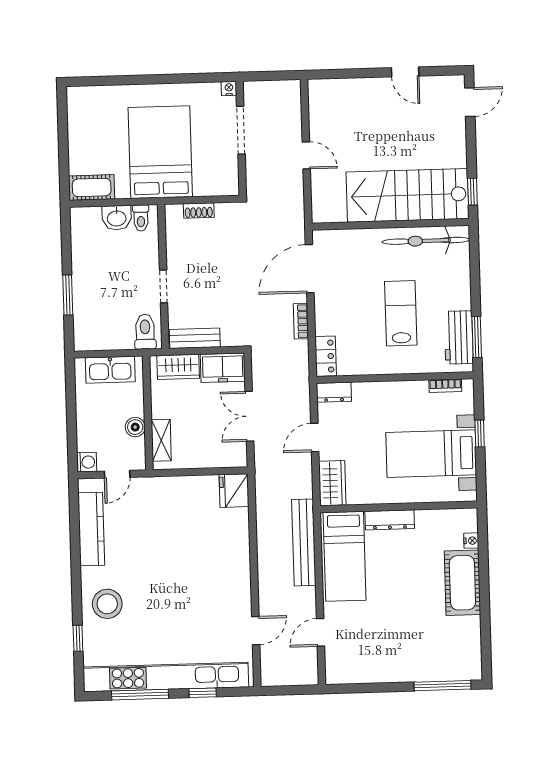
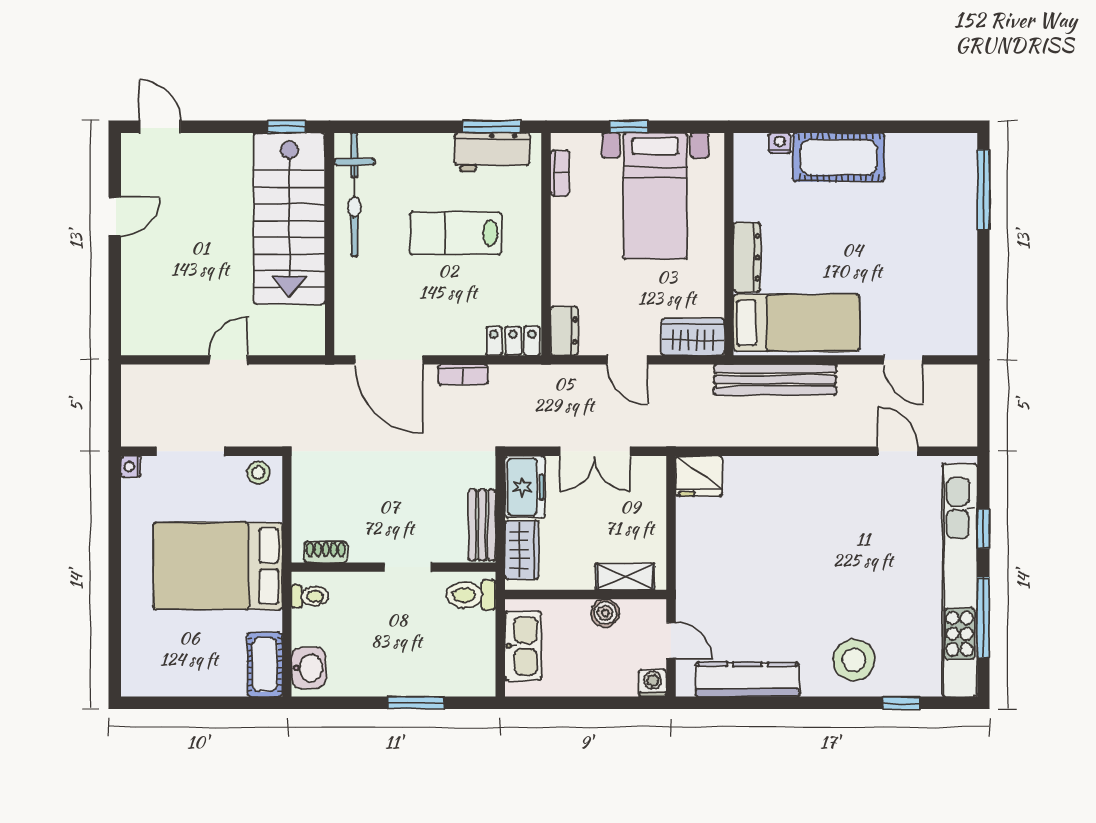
stool: (227, 179) -> (258, 473), added
shoe rack: (199, 210) -> (326, 552), moved, turned -90
washbasin: (117, 218) -> (309, 668), moved

